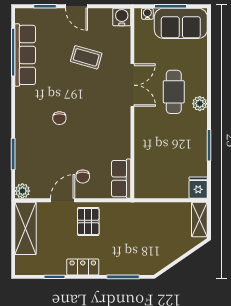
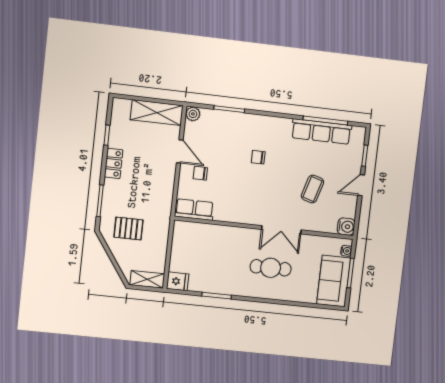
plant: (200, 104) -> (257, 291), removed
pallet: (88, 222) -> (128, 229), moved

